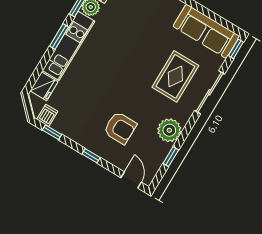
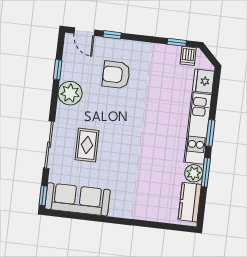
rug: (175, 76) -> (87, 145), width x0.73, depth x0.70
window: (91, 156) -> (112, 35), moved

